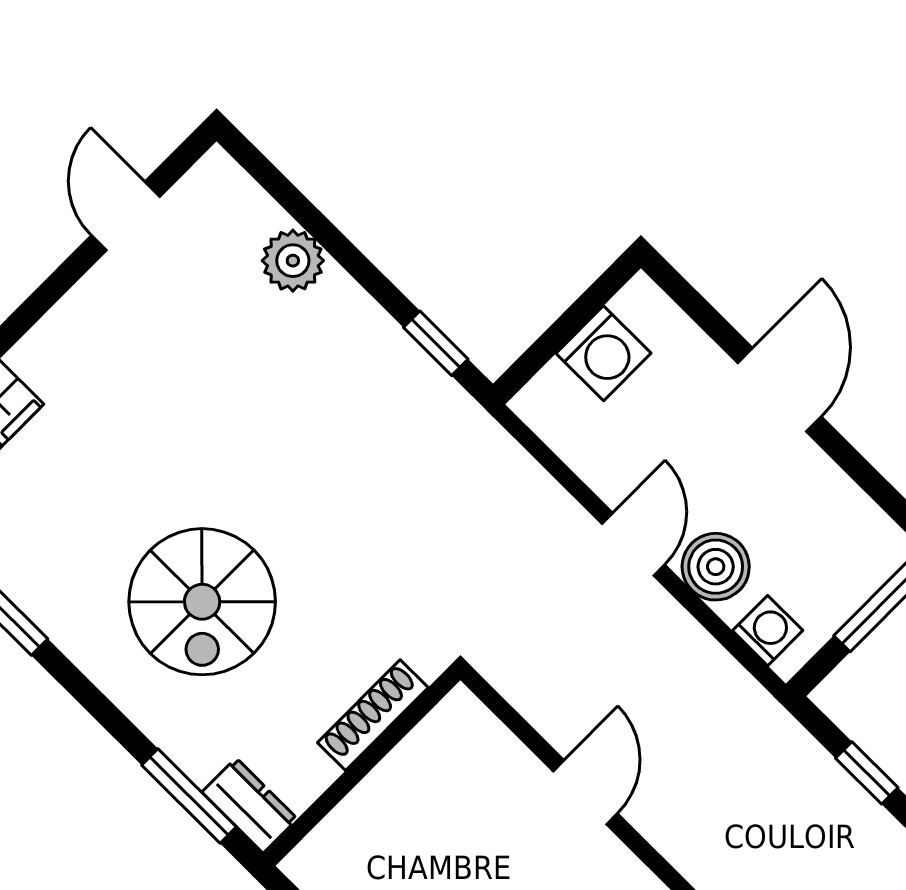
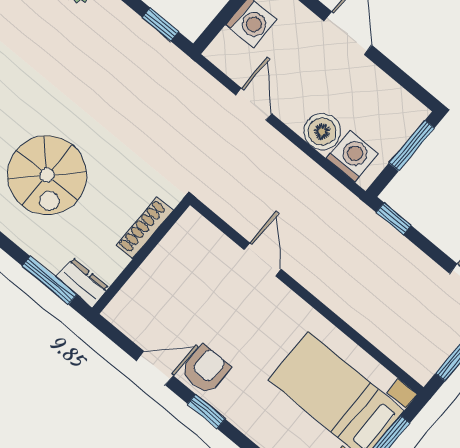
door: (633, 544) -> (254, 104), moved
washing machine: (768, 631) -> (352, 156), width x1.38, depth x1.38
window: (867, 773) -> (394, 219), moved

